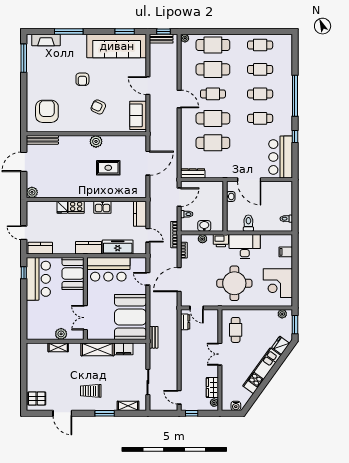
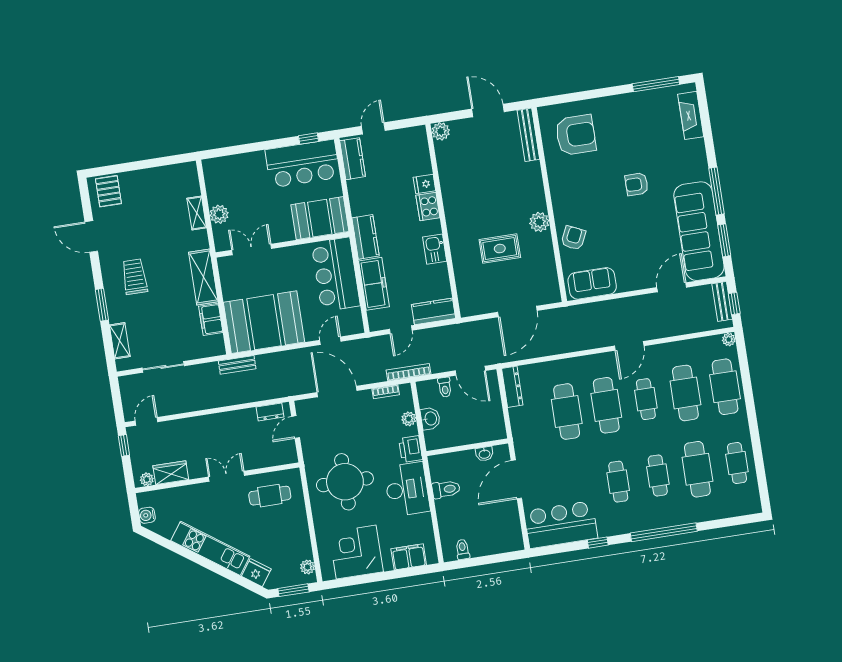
window: (69, 32) -> (717, 191), moved
cafe table: (260, 69) -> (697, 469), width x1.37, depth x1.35
door: (148, 86) -> (672, 287), moved
armchair: (98, 107) -> (573, 238), moved
door: (148, 163) -> (517, 311), hinge flipped
rug: (108, 168) -> (500, 249), turned 90
filing cabinet: (286, 252) -> (409, 557), width x2.00
door: (62, 413) -> (91, 237), hinge flipped

